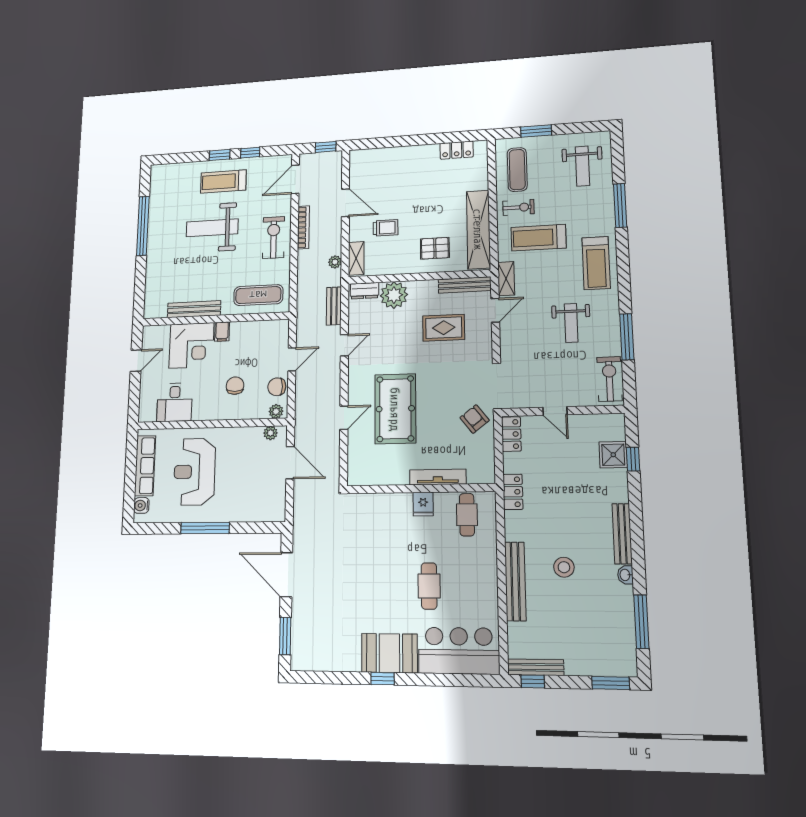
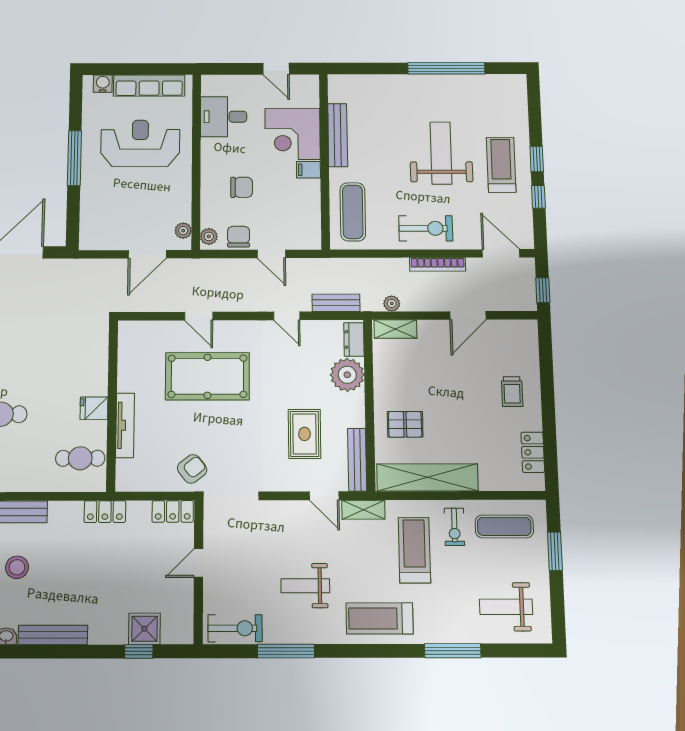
trolley: (386, 228) -> (512, 392), moved
pallet: (435, 248) -> (405, 424), turned 90

